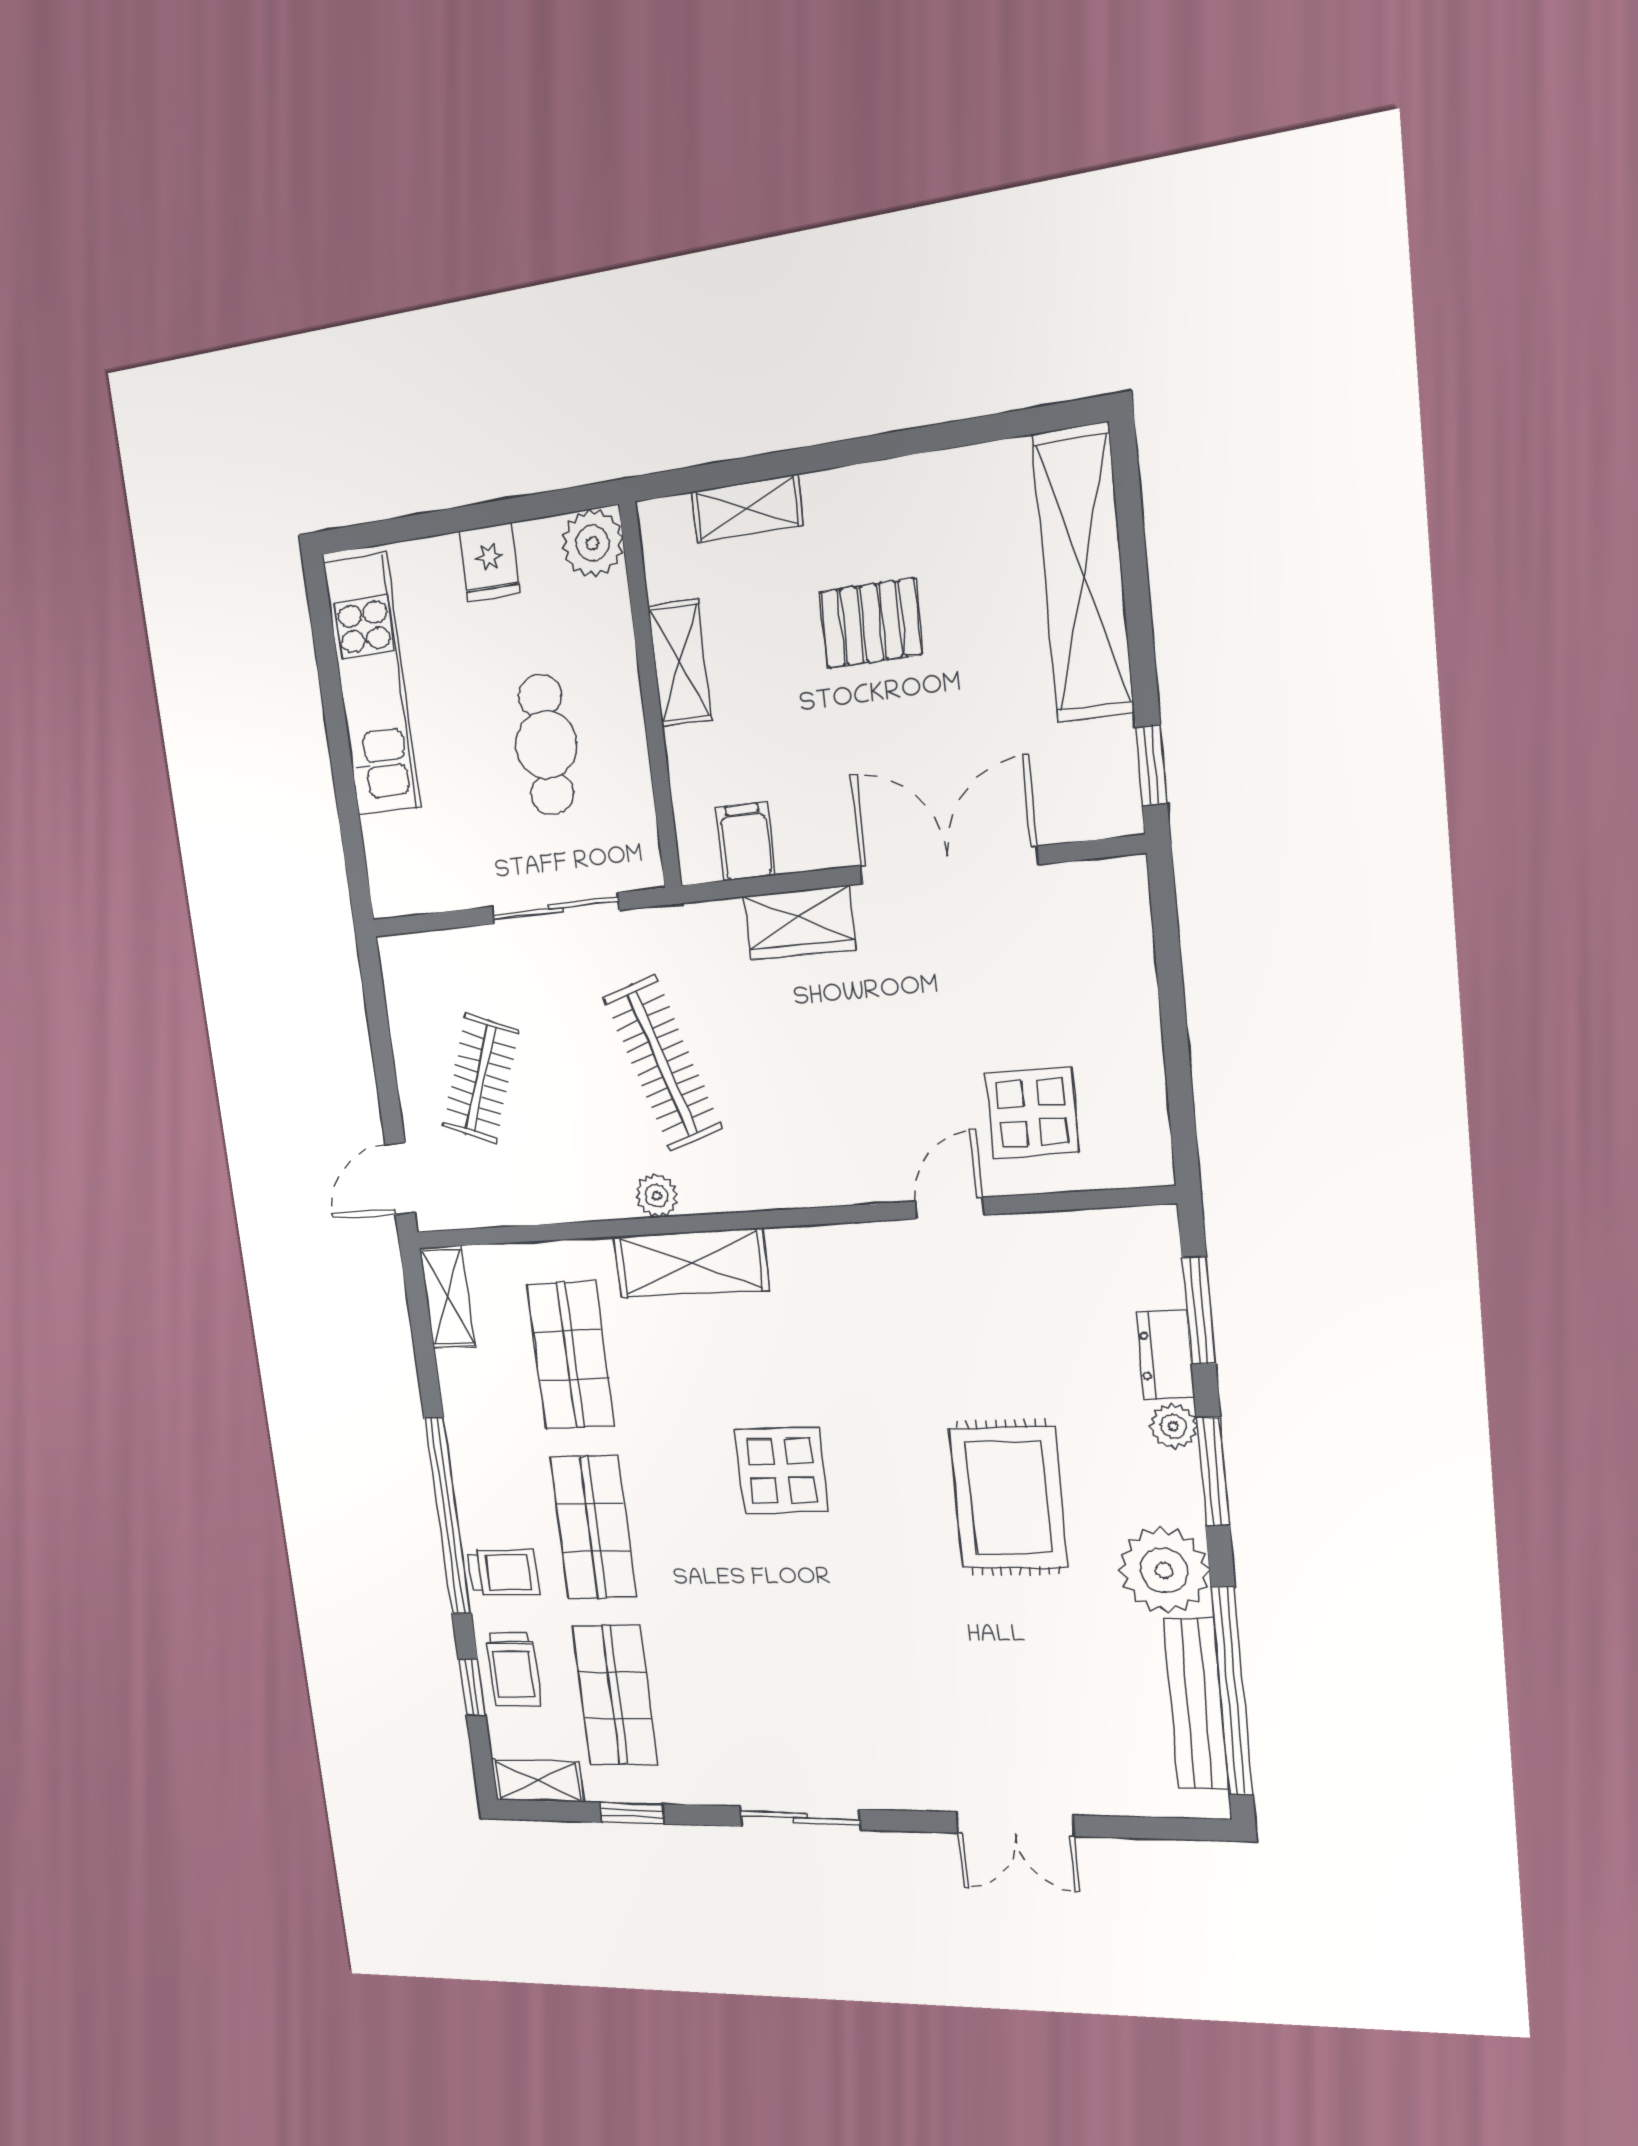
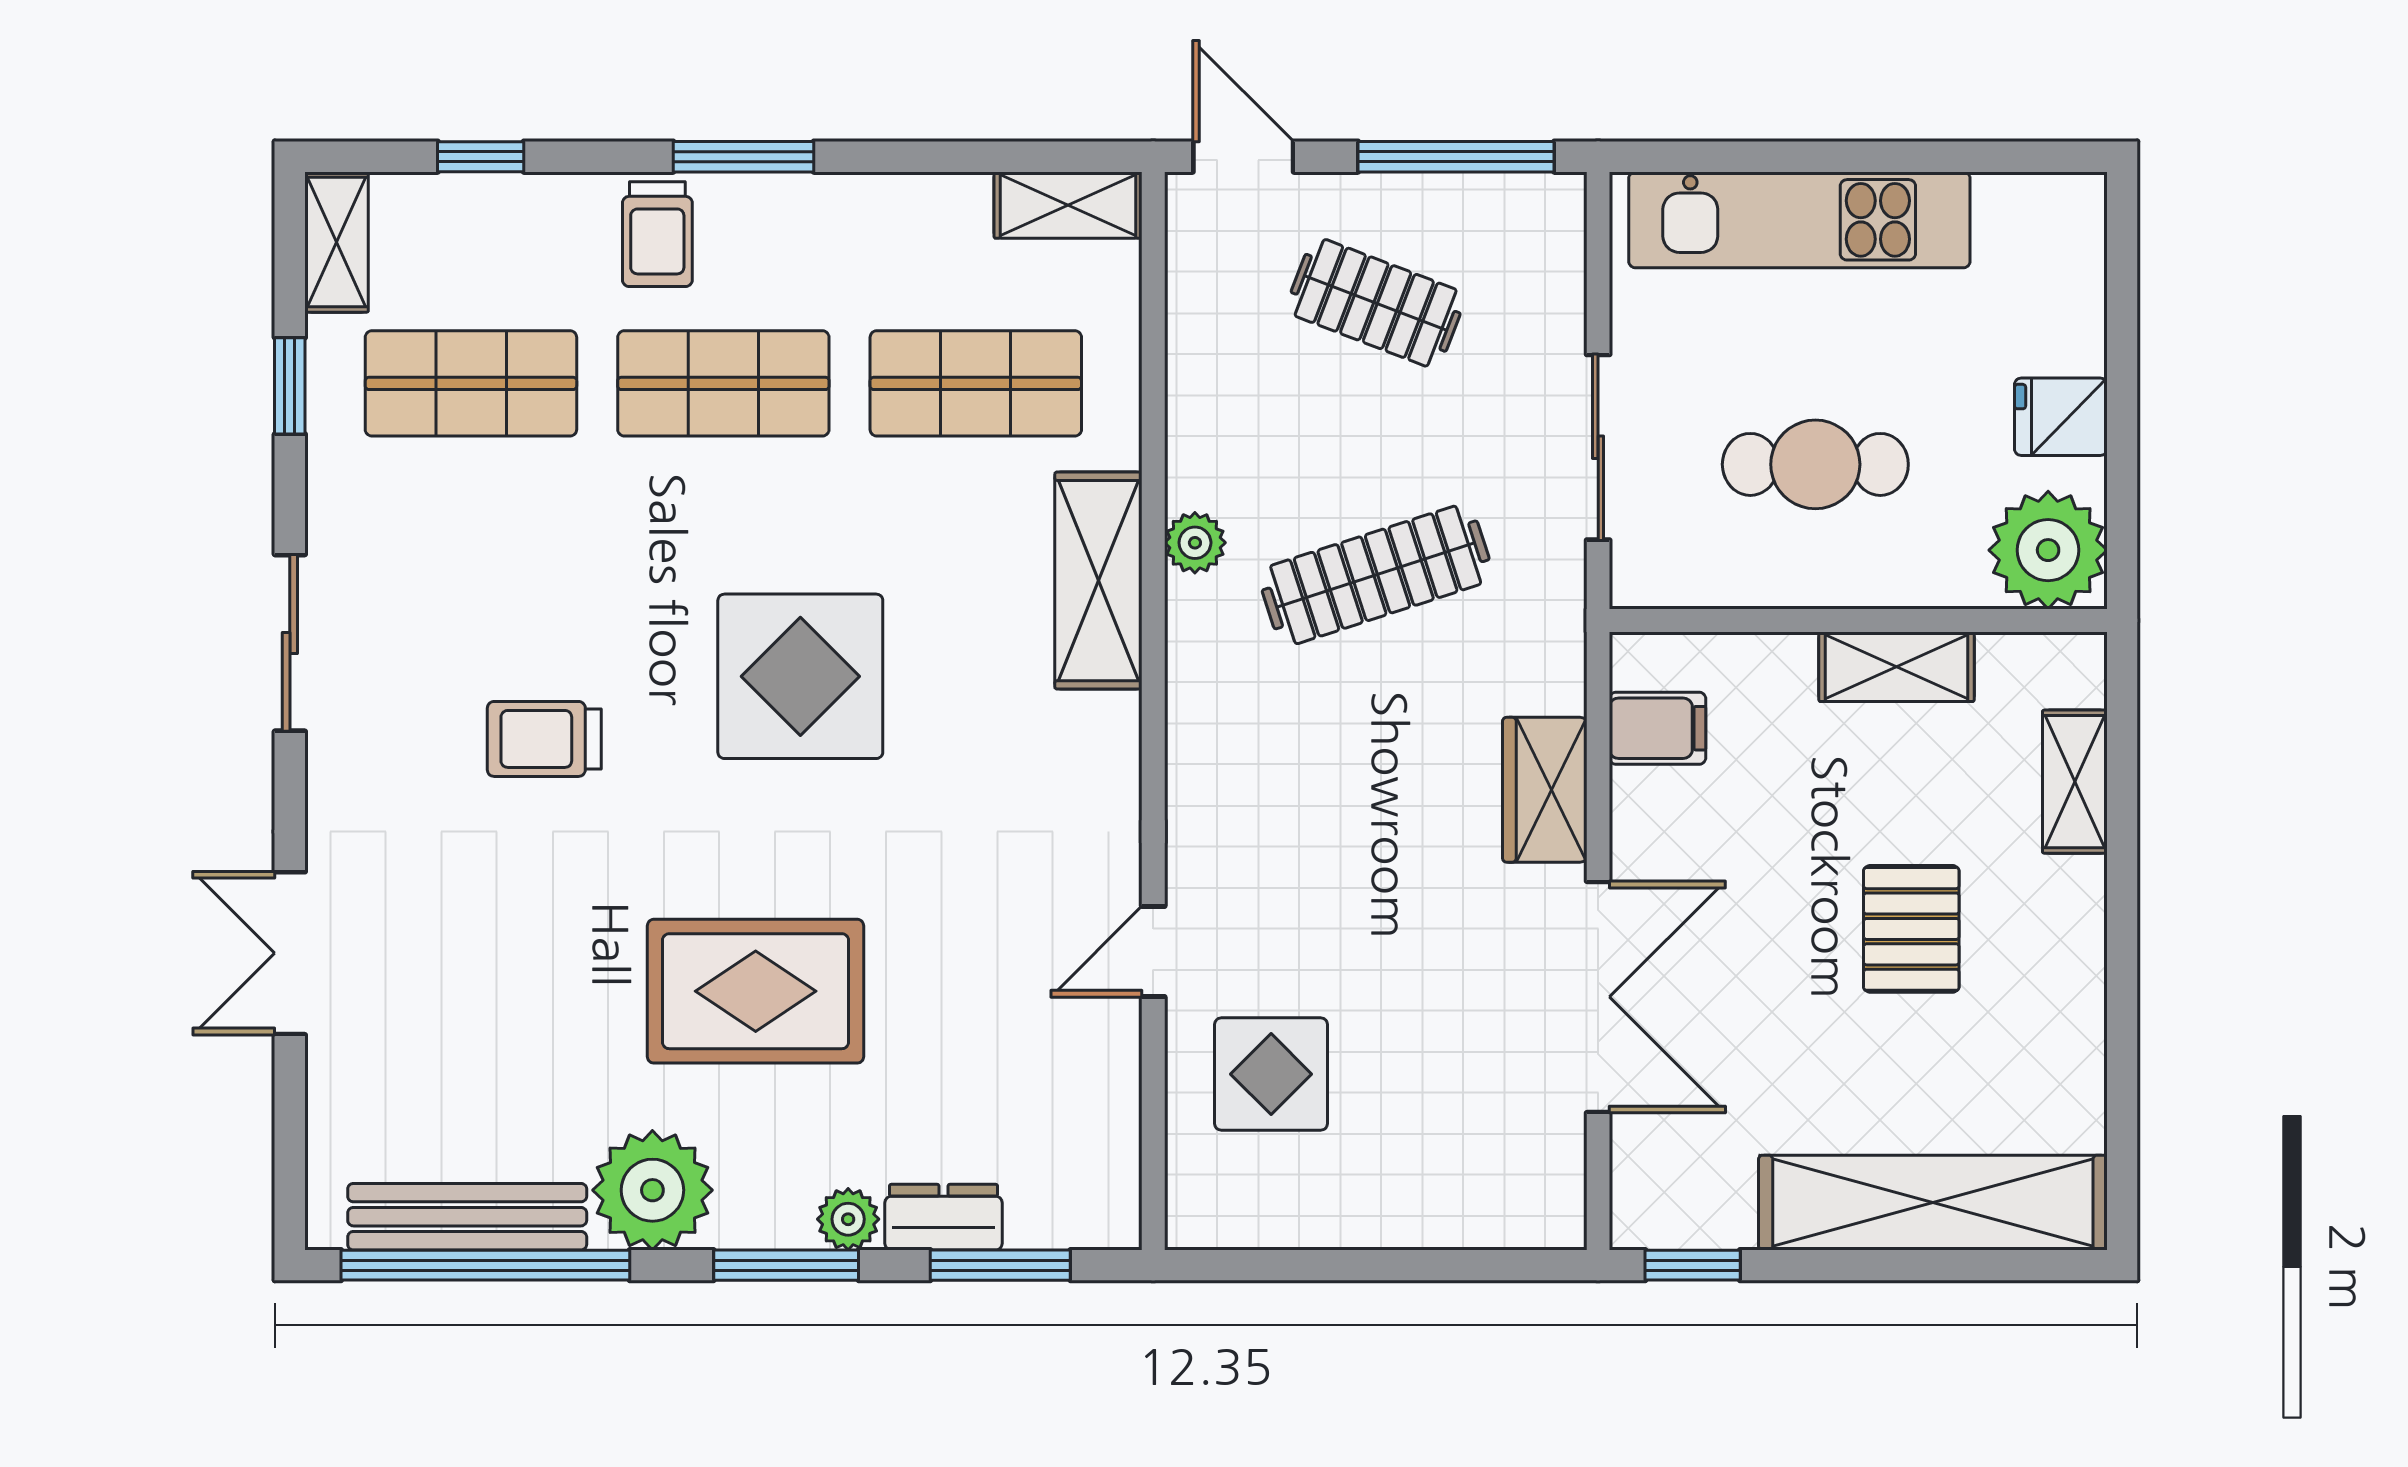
plant: (593, 543) -> (2048, 550), width x1.36, depth x1.36
kitchen unit: (372, 686) -> (1799, 220), moved
window: (379, 1030) -> (1456, 157), added
door: (949, 1208) -> (1153, 952), swing flipped
display table: (782, 1471) -> (800, 676), width x1.36, depth x1.36
window: (448, 1516) -> (743, 157), width x0.47
trolley: (513, 1669) -> (544, 739), moved

